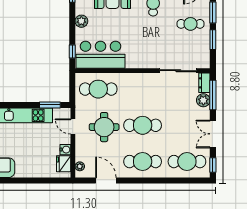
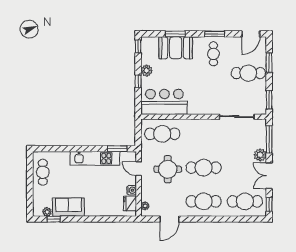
cafe table: (190, 24) -> (248, 73), width x1.37, depth x1.35
window: (213, 40) -> (269, 100), moved
window: (72, 52) -> (138, 81), moved
dresser: (204, 83) -> (261, 128), removed
plant: (203, 100) -> (260, 155), moved
door: (106, 181) -> (169, 219), swing flipped

